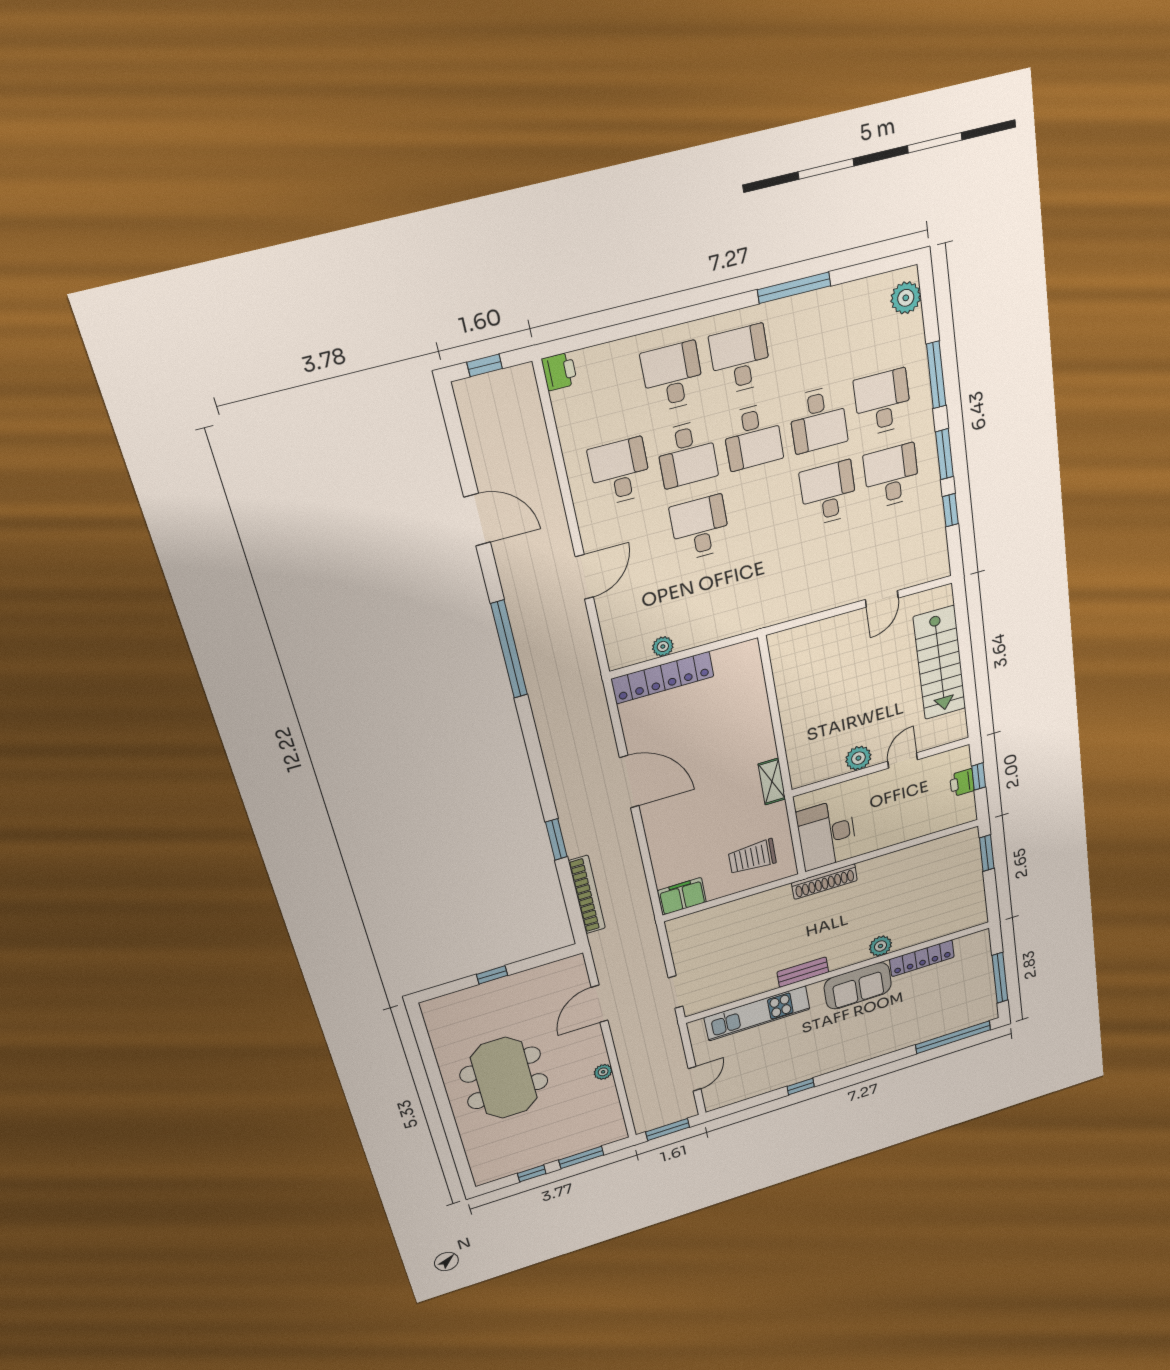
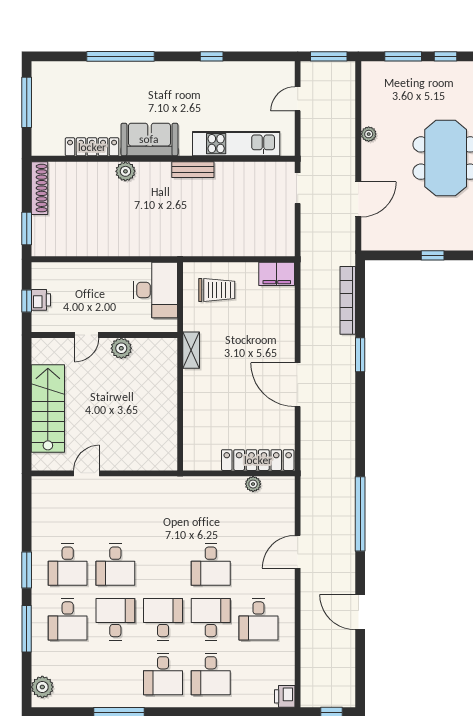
window: (950, 510) -> (27, 527), removed
shoe rack: (824, 882) -> (39, 188), moved, turned 90
window: (953, 1037) -> (120, 56), moved

